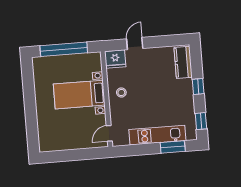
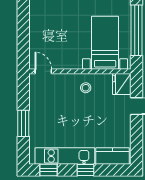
bed with nightstands: (79, 95) -> (105, 43), moved
kitchen unit: (157, 135) -> (65, 156), moved, turned -90
window: (173, 147) -> (23, 123), moved

